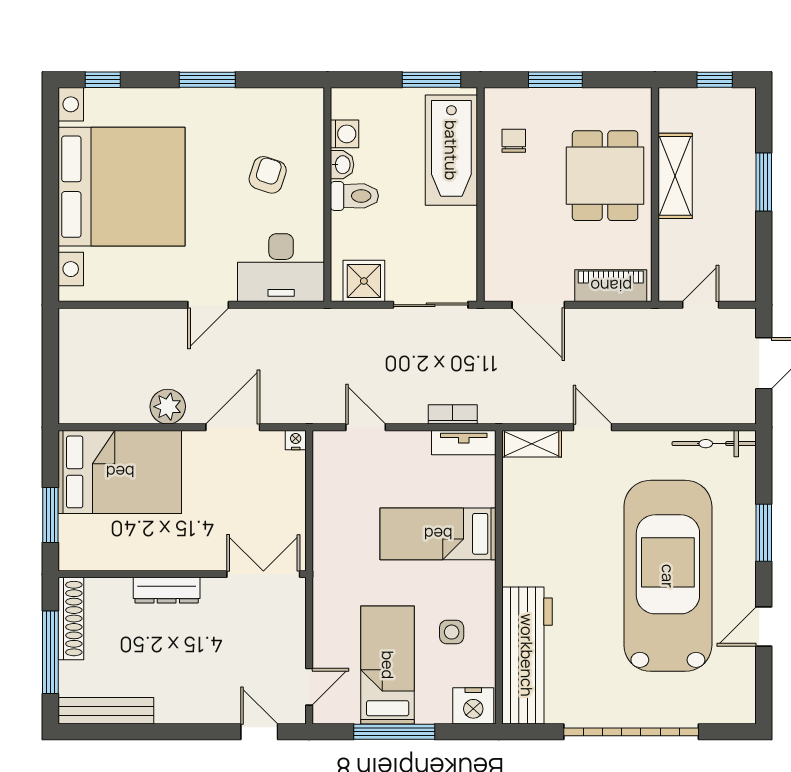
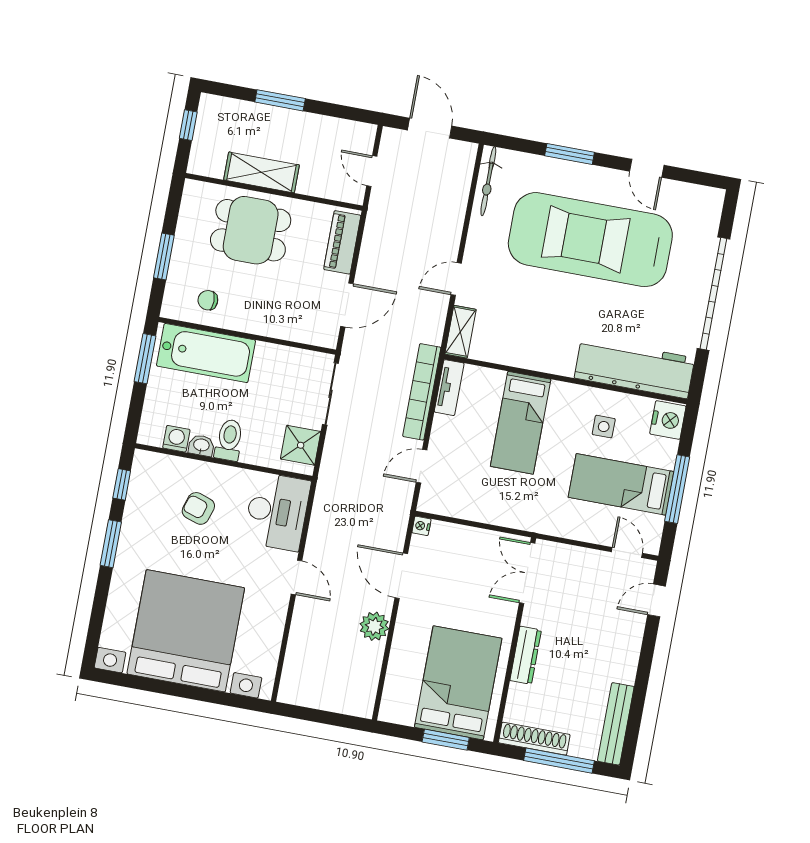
window: (103, 80) -> (122, 484), moved
bookcase: (453, 414) -> (422, 392), width x2.31, depth x1.31
bed: (120, 472) -> (458, 683), moved

